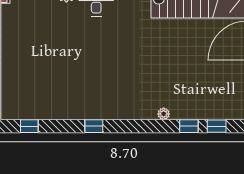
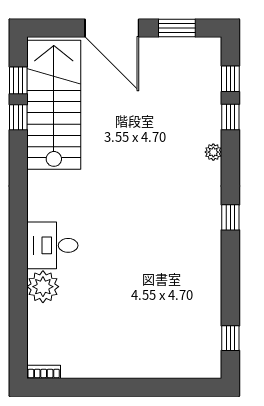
window: (94, 126) -> (230, 217), moved

